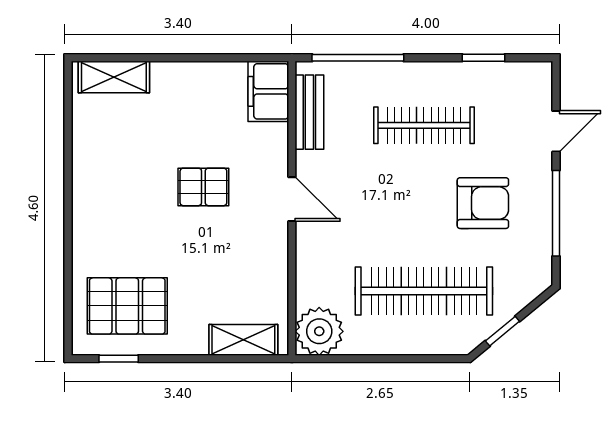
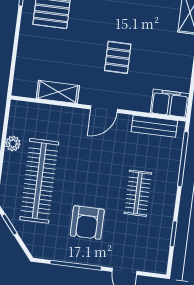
clothes rail: (424, 125) -> (138, 193), width x0.73
plant: (319, 331) -> (13, 143), moved, width x0.53, depth x0.53
shelving: (243, 340) -> (58, 92), moved, turned 90

